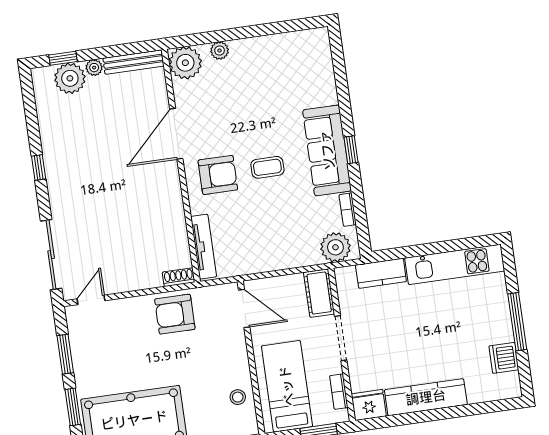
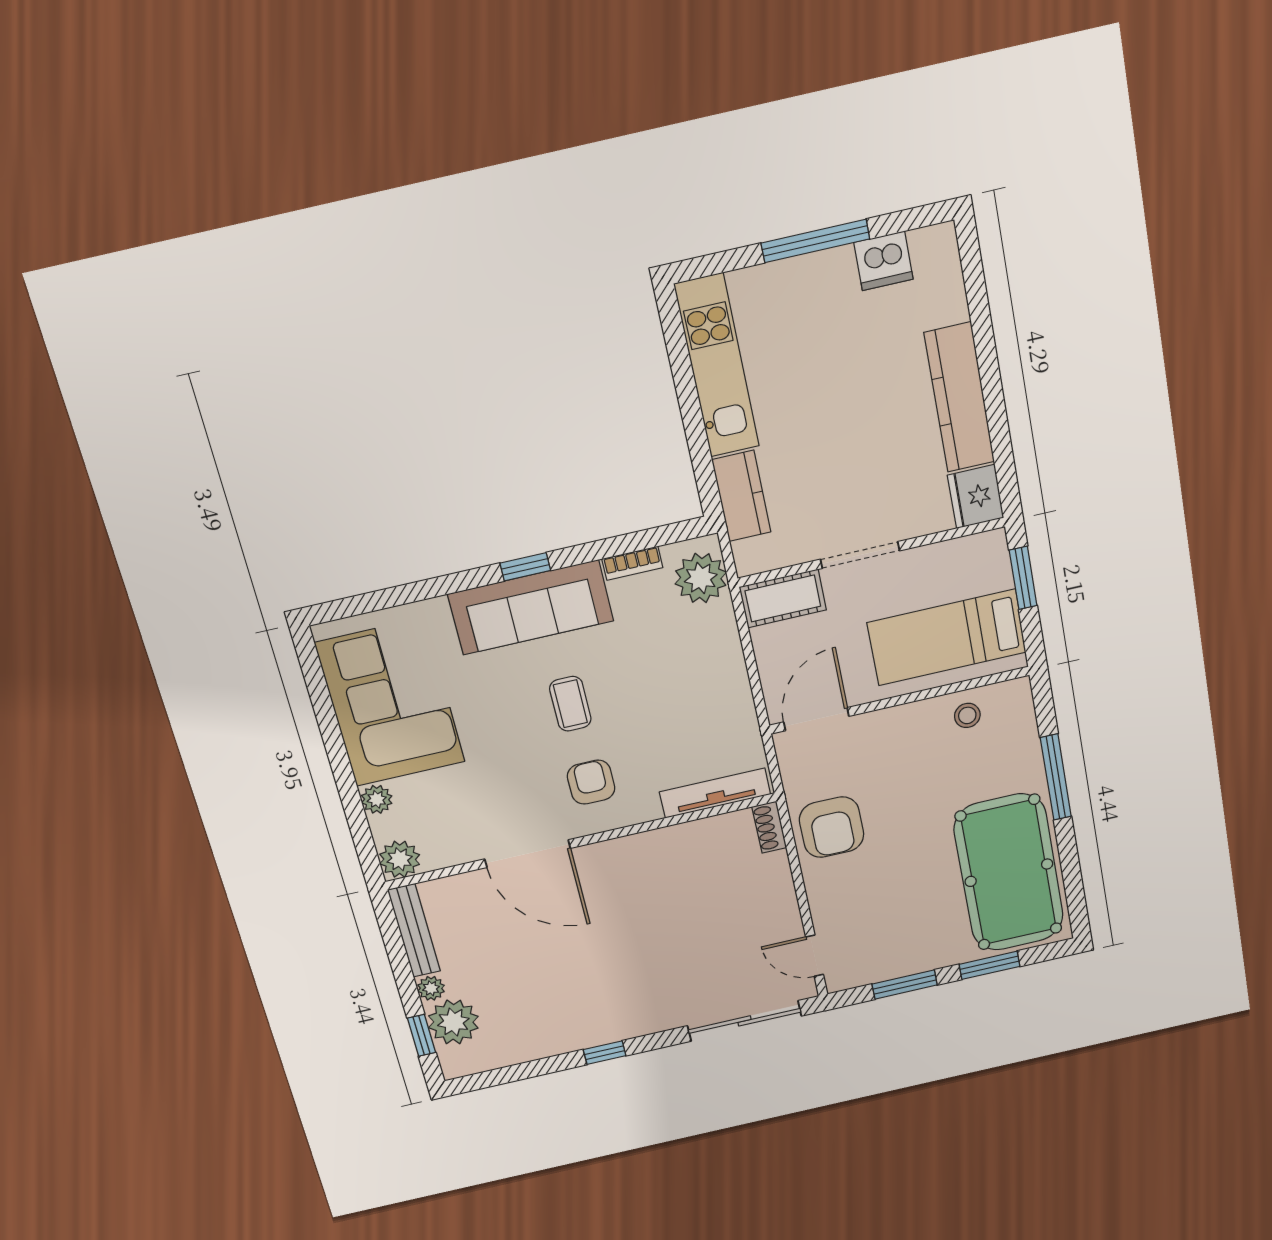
plant: (185, 63) -> (400, 859), width x0.73, depth x0.73
corner sofa: (278, 65) -> (390, 703), added
armchair: (218, 175) -> (591, 782), width x0.72, depth x0.72
bookcase: (339, 392) -> (954, 550), removed

